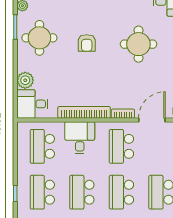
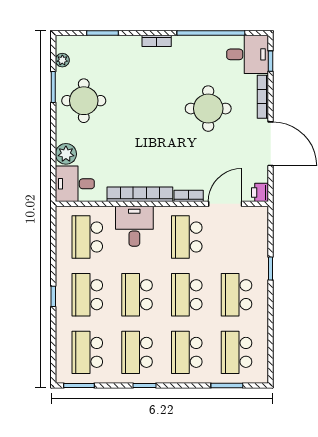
armchair: (87, 43) -> (143, 107), removed

